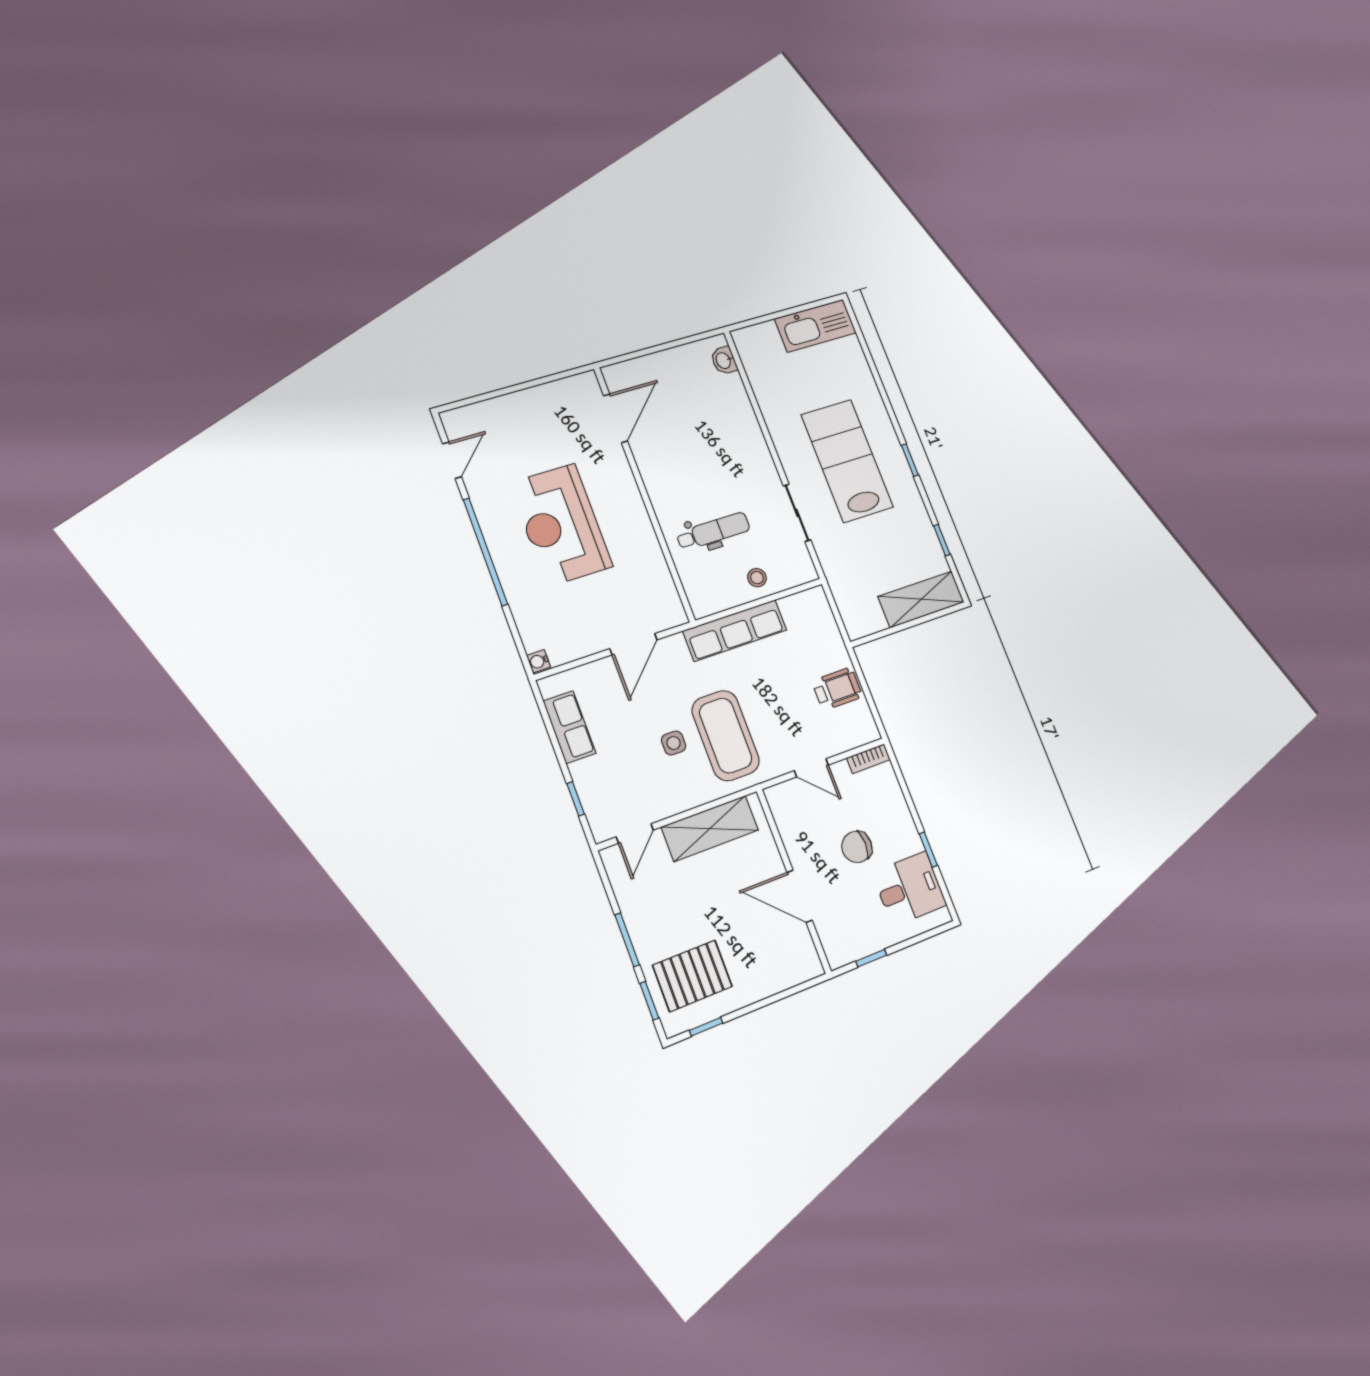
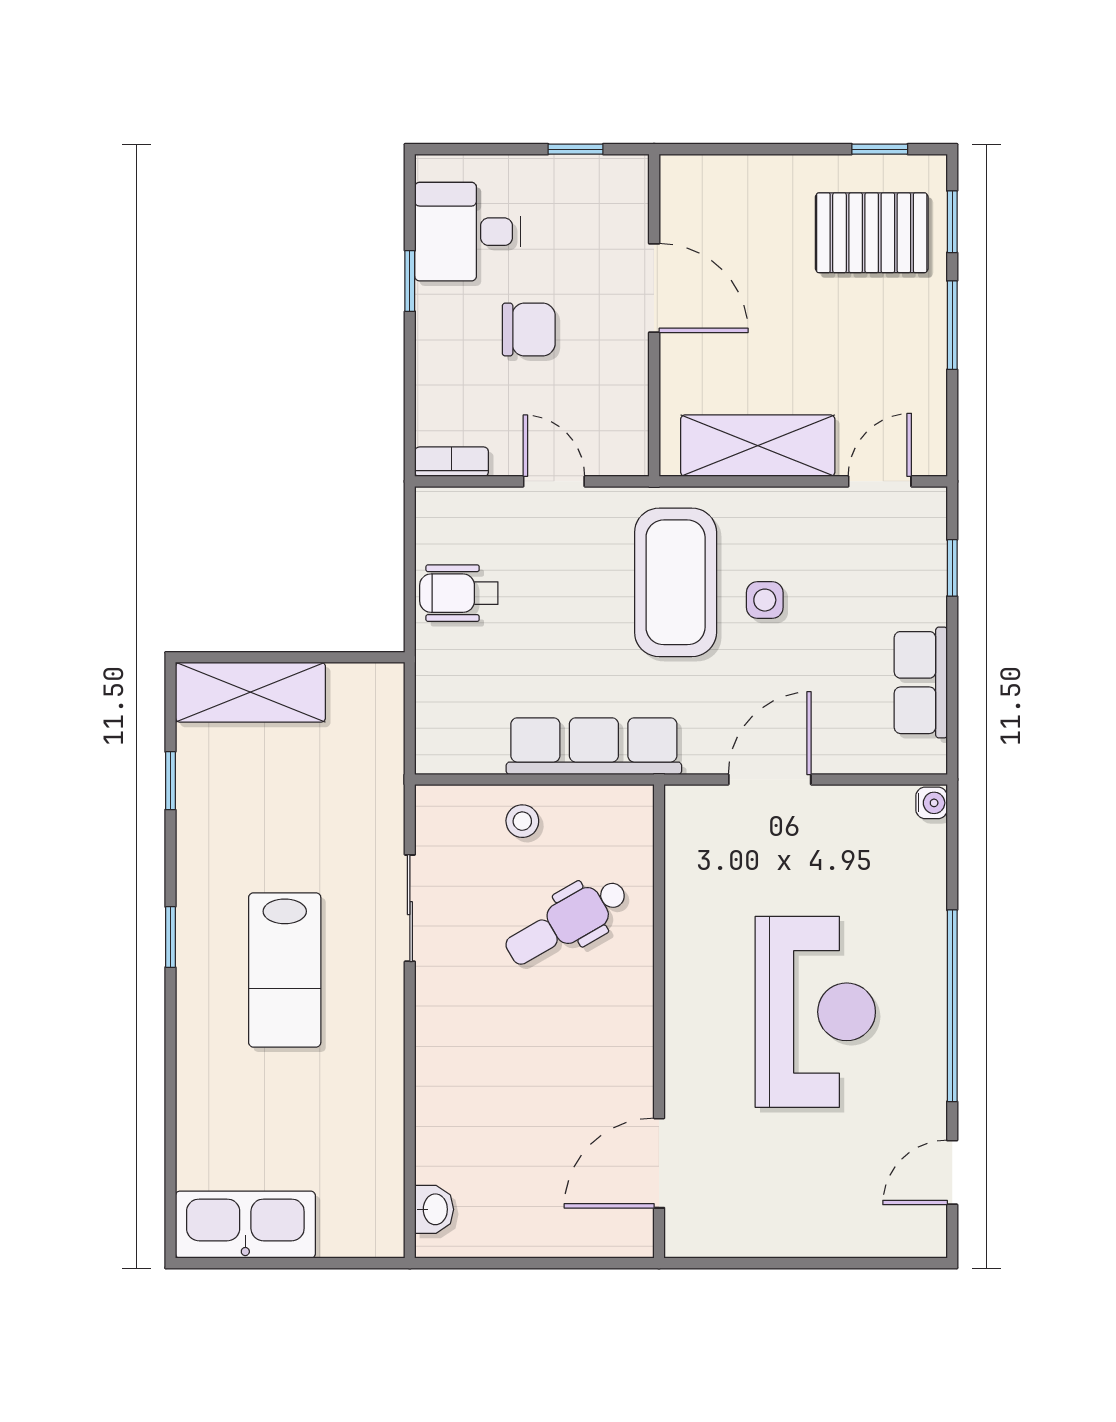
lab bench: (847, 461) -> (285, 970), width x0.73, depth x0.72
dental chair: (713, 531) -> (566, 922), turned -30

